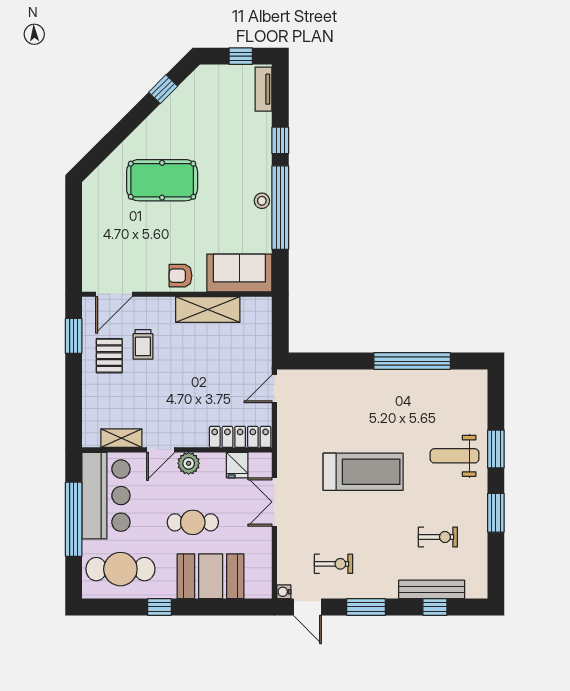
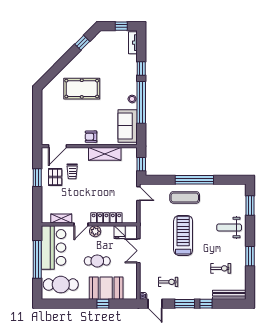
sofa: (239, 273) -> (128, 126), moved, turned -90
window: (280, 330) -> (141, 164), added
window: (74, 336) -> (37, 178), moved
window: (412, 361) -> (194, 180), moved
door: (274, 389) -> (138, 194), swing flipped
exercise mat: (366, 396) -> (185, 197), added
locker: (240, 437) -> (106, 218), moved
window: (496, 449) -> (250, 206), moved
treadmill: (363, 472) -> (183, 235), turned -90
bench: (432, 589) -> (229, 295), moved
window: (159, 607) -> (103, 304), moved
window: (435, 607) -> (206, 304), moved

